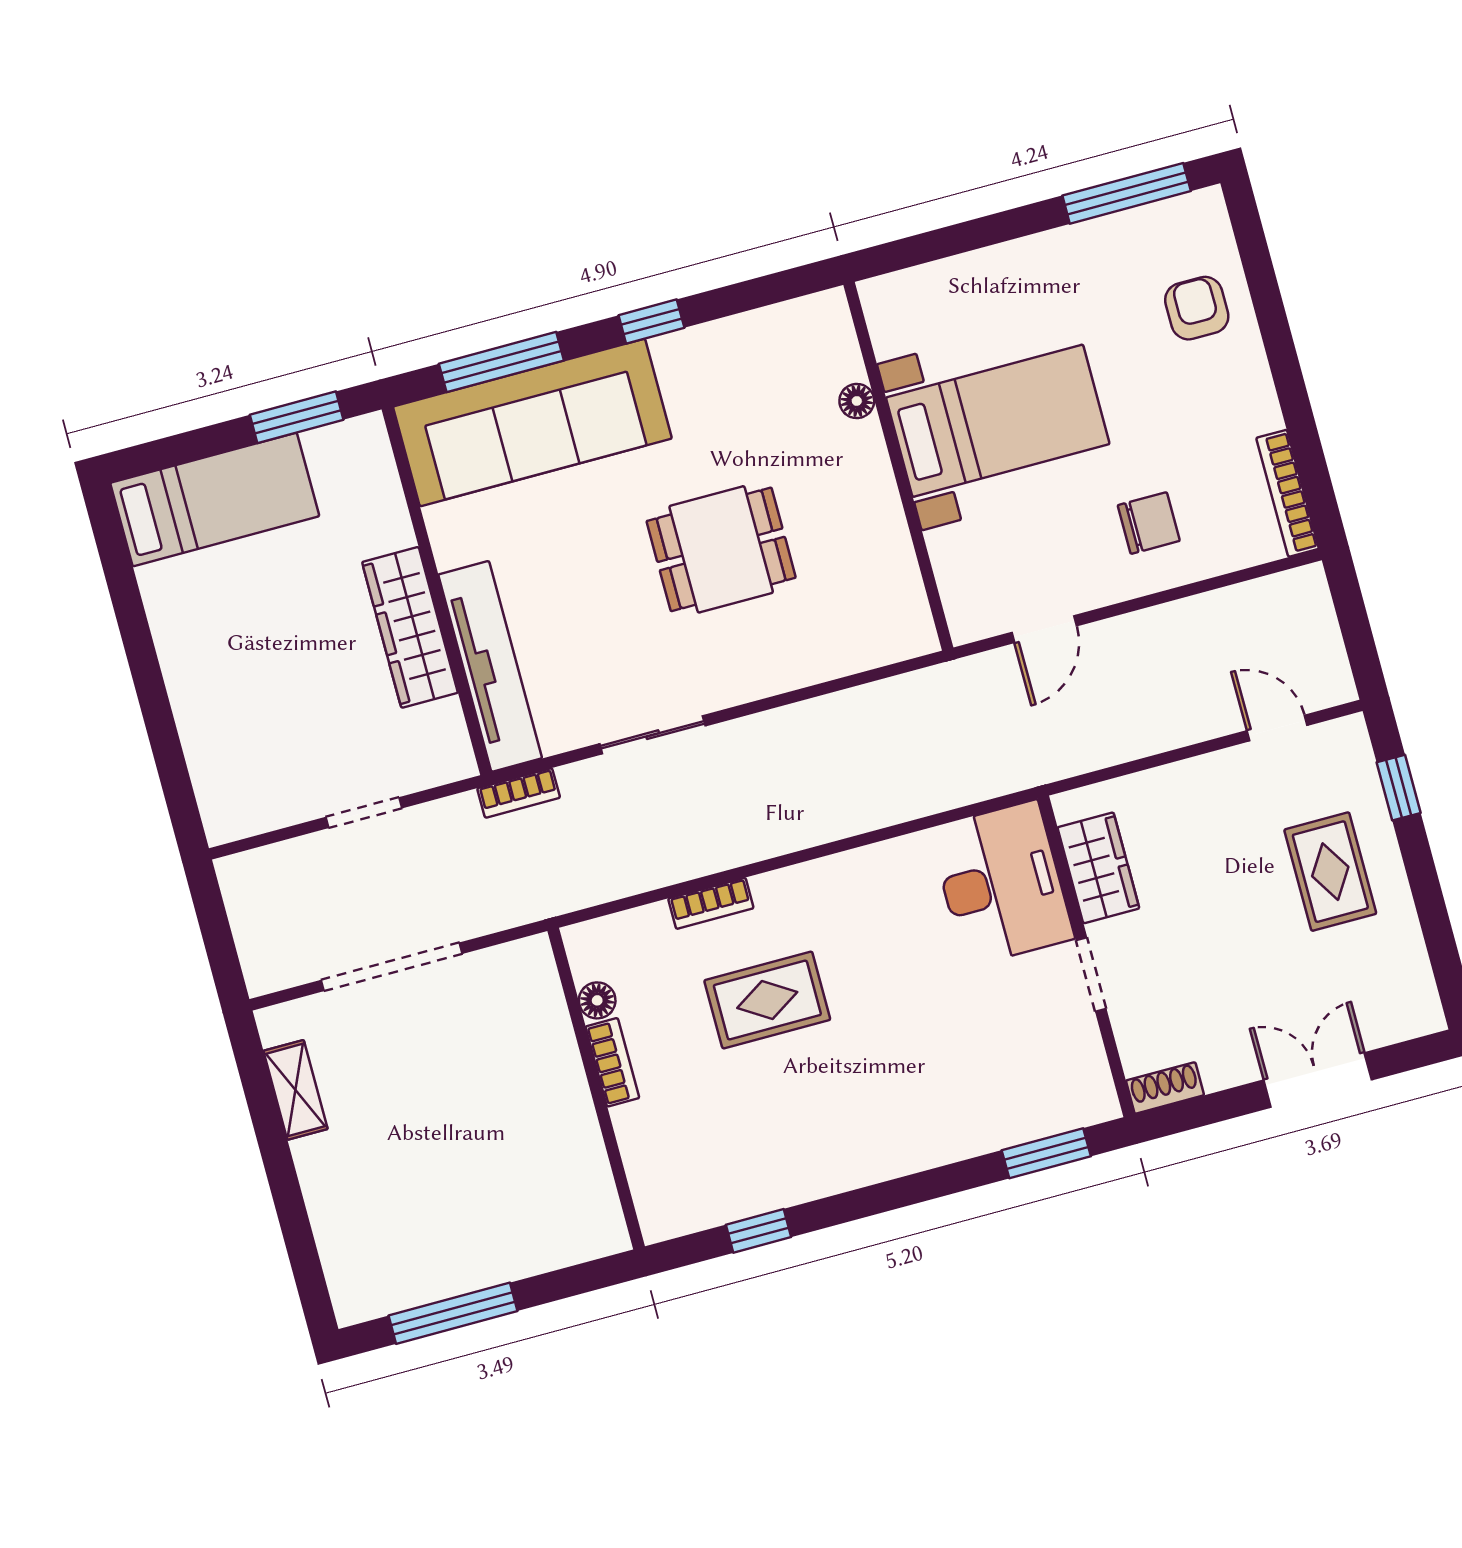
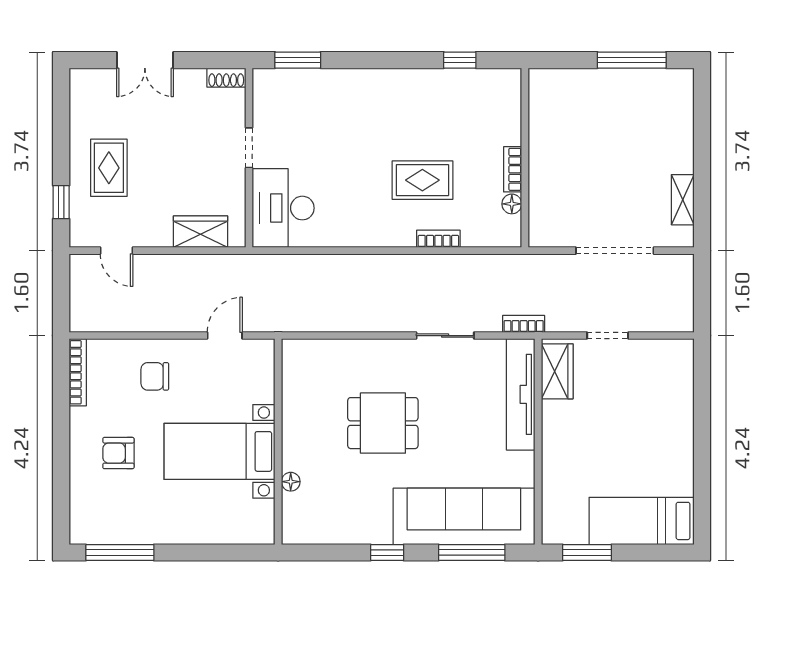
armchair: (1197, 308) -> (118, 453), moved, turned 90
wardrobe: (410, 627) -> (557, 371), moved, width x0.67
wardrobe: (1098, 868) -> (201, 232), moved, turned 90

